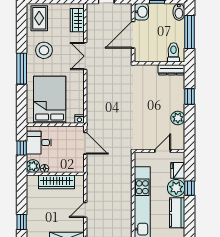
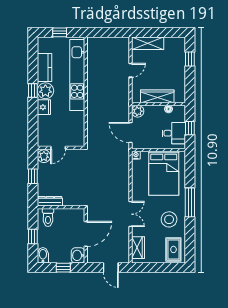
window: (190, 32) -> (33, 236), width x0.46
wall: (160, 151) -> (61, 148), moved
door: (163, 151) -> (58, 148), moved
plant: (33, 166) -> (138, 111), moved

